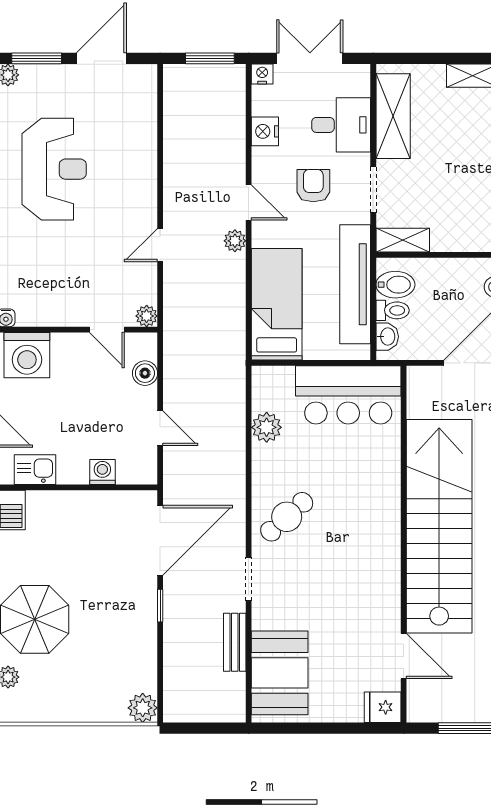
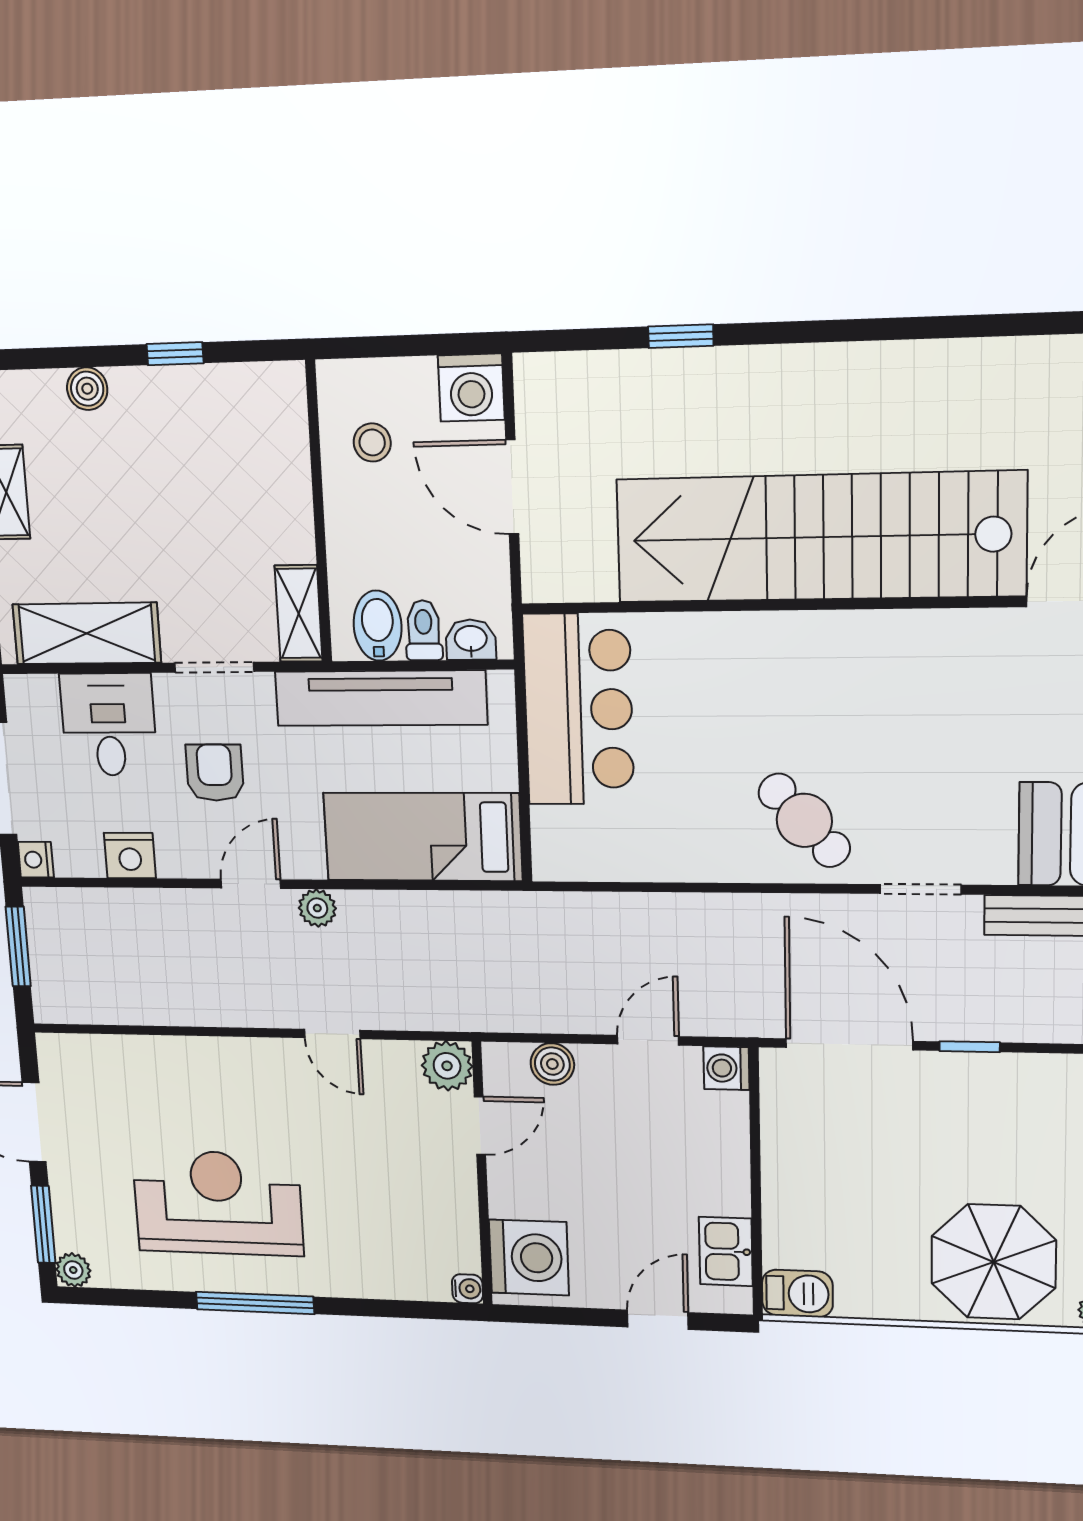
armchair: (313, 186) -> (215, 773), turned 90
plant: (147, 316) -> (447, 1066), width x1.38, depth x1.38
plant: (267, 427) -> (641, 856), removed
washing machine: (102, 472) -> (726, 1068), moved

